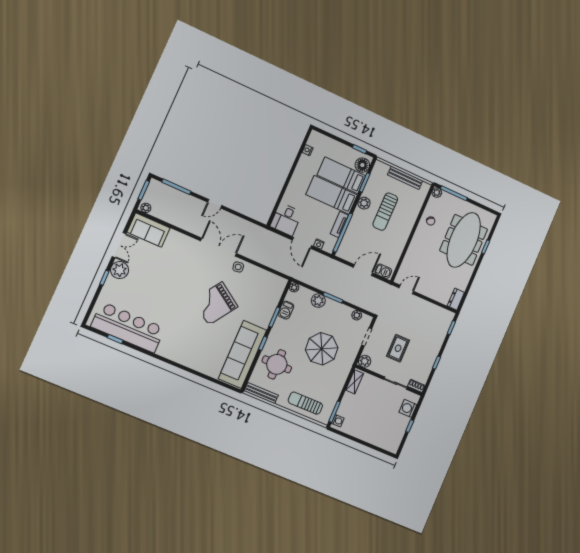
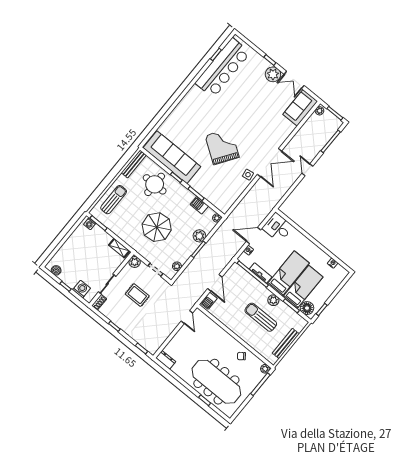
boiler: (396, 441) -> (56, 270), added

